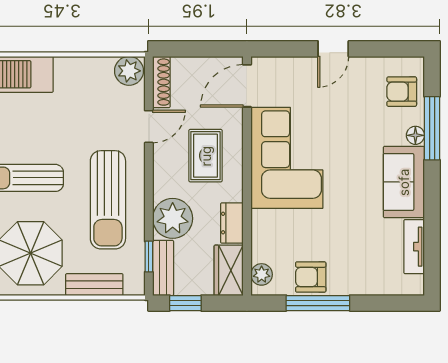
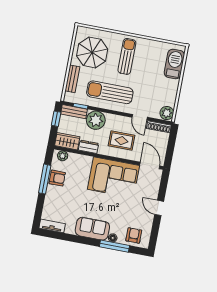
tv unit: (414, 247) -> (52, 226), moved
armchair: (311, 277) -> (57, 178), turned 90

